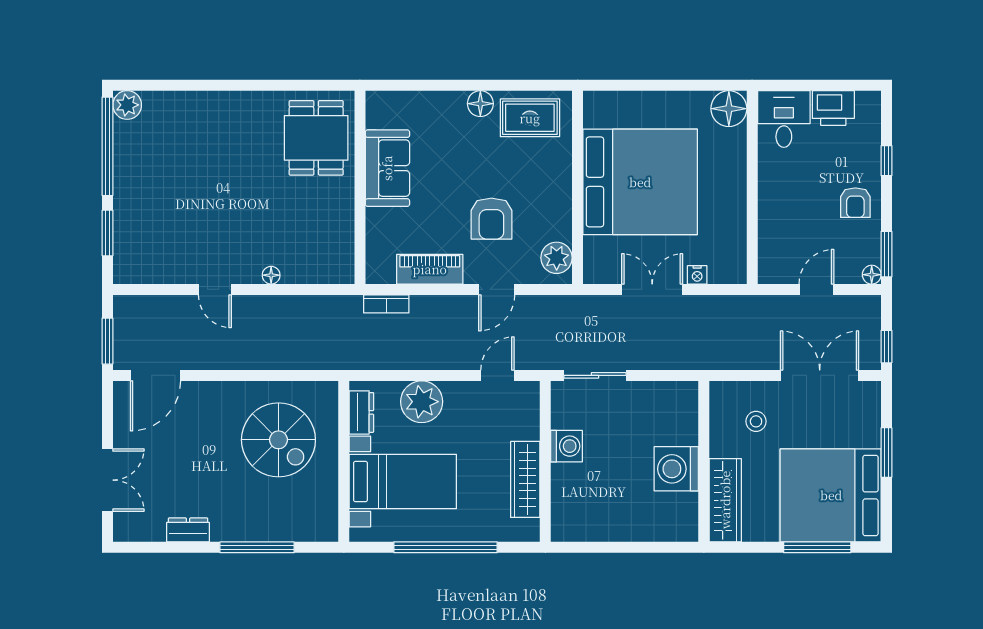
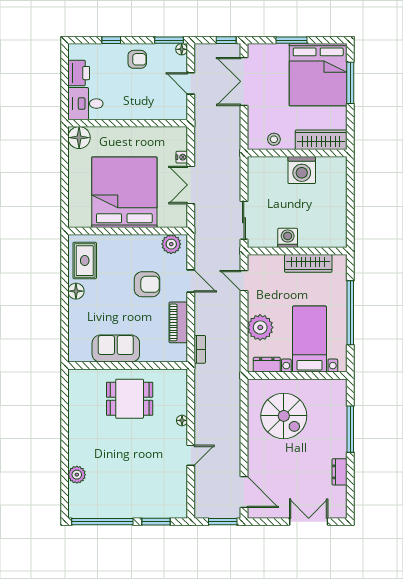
plant: (127, 105) -> (77, 475), moved
dining table: (316, 138) -> (130, 399), moved
stool: (756, 421) -> (274, 139), moved
spiral stairs: (278, 440) -> (284, 416), turned 90

